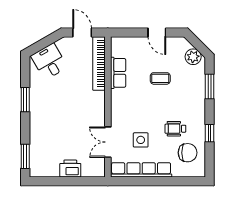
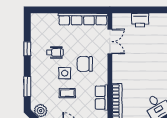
side table: (141, 140) -> (65, 73), moved
chair: (188, 153) -> (85, 64), moved

